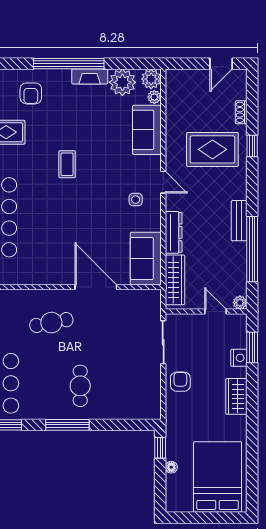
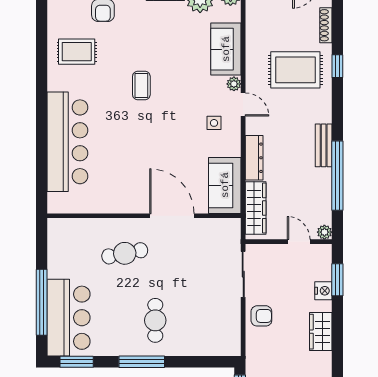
plant: (154, 97) -> (234, 84), moved
shoe rack: (241, 112) -> (326, 25), width x1.43
armchair: (180, 382) -> (261, 316), turned 90

